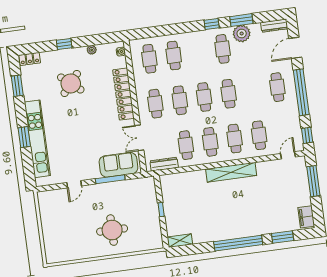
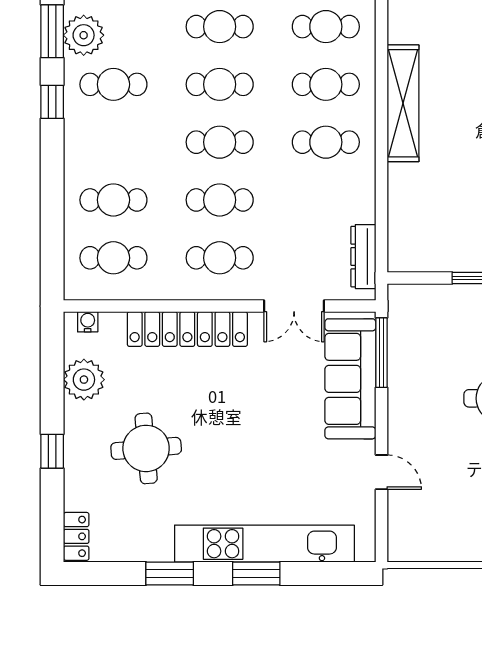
plant: (92, 50) -> (84, 380), width x1.87, depth x1.87
round table: (71, 83) -> (146, 448), turned 45
window: (17, 86) -> (170, 573), moved
cafe table: (186, 145) -> (220, 27), moved
sofa: (118, 165) -> (350, 379), width x1.36
window: (110, 179) -> (381, 353), moved

